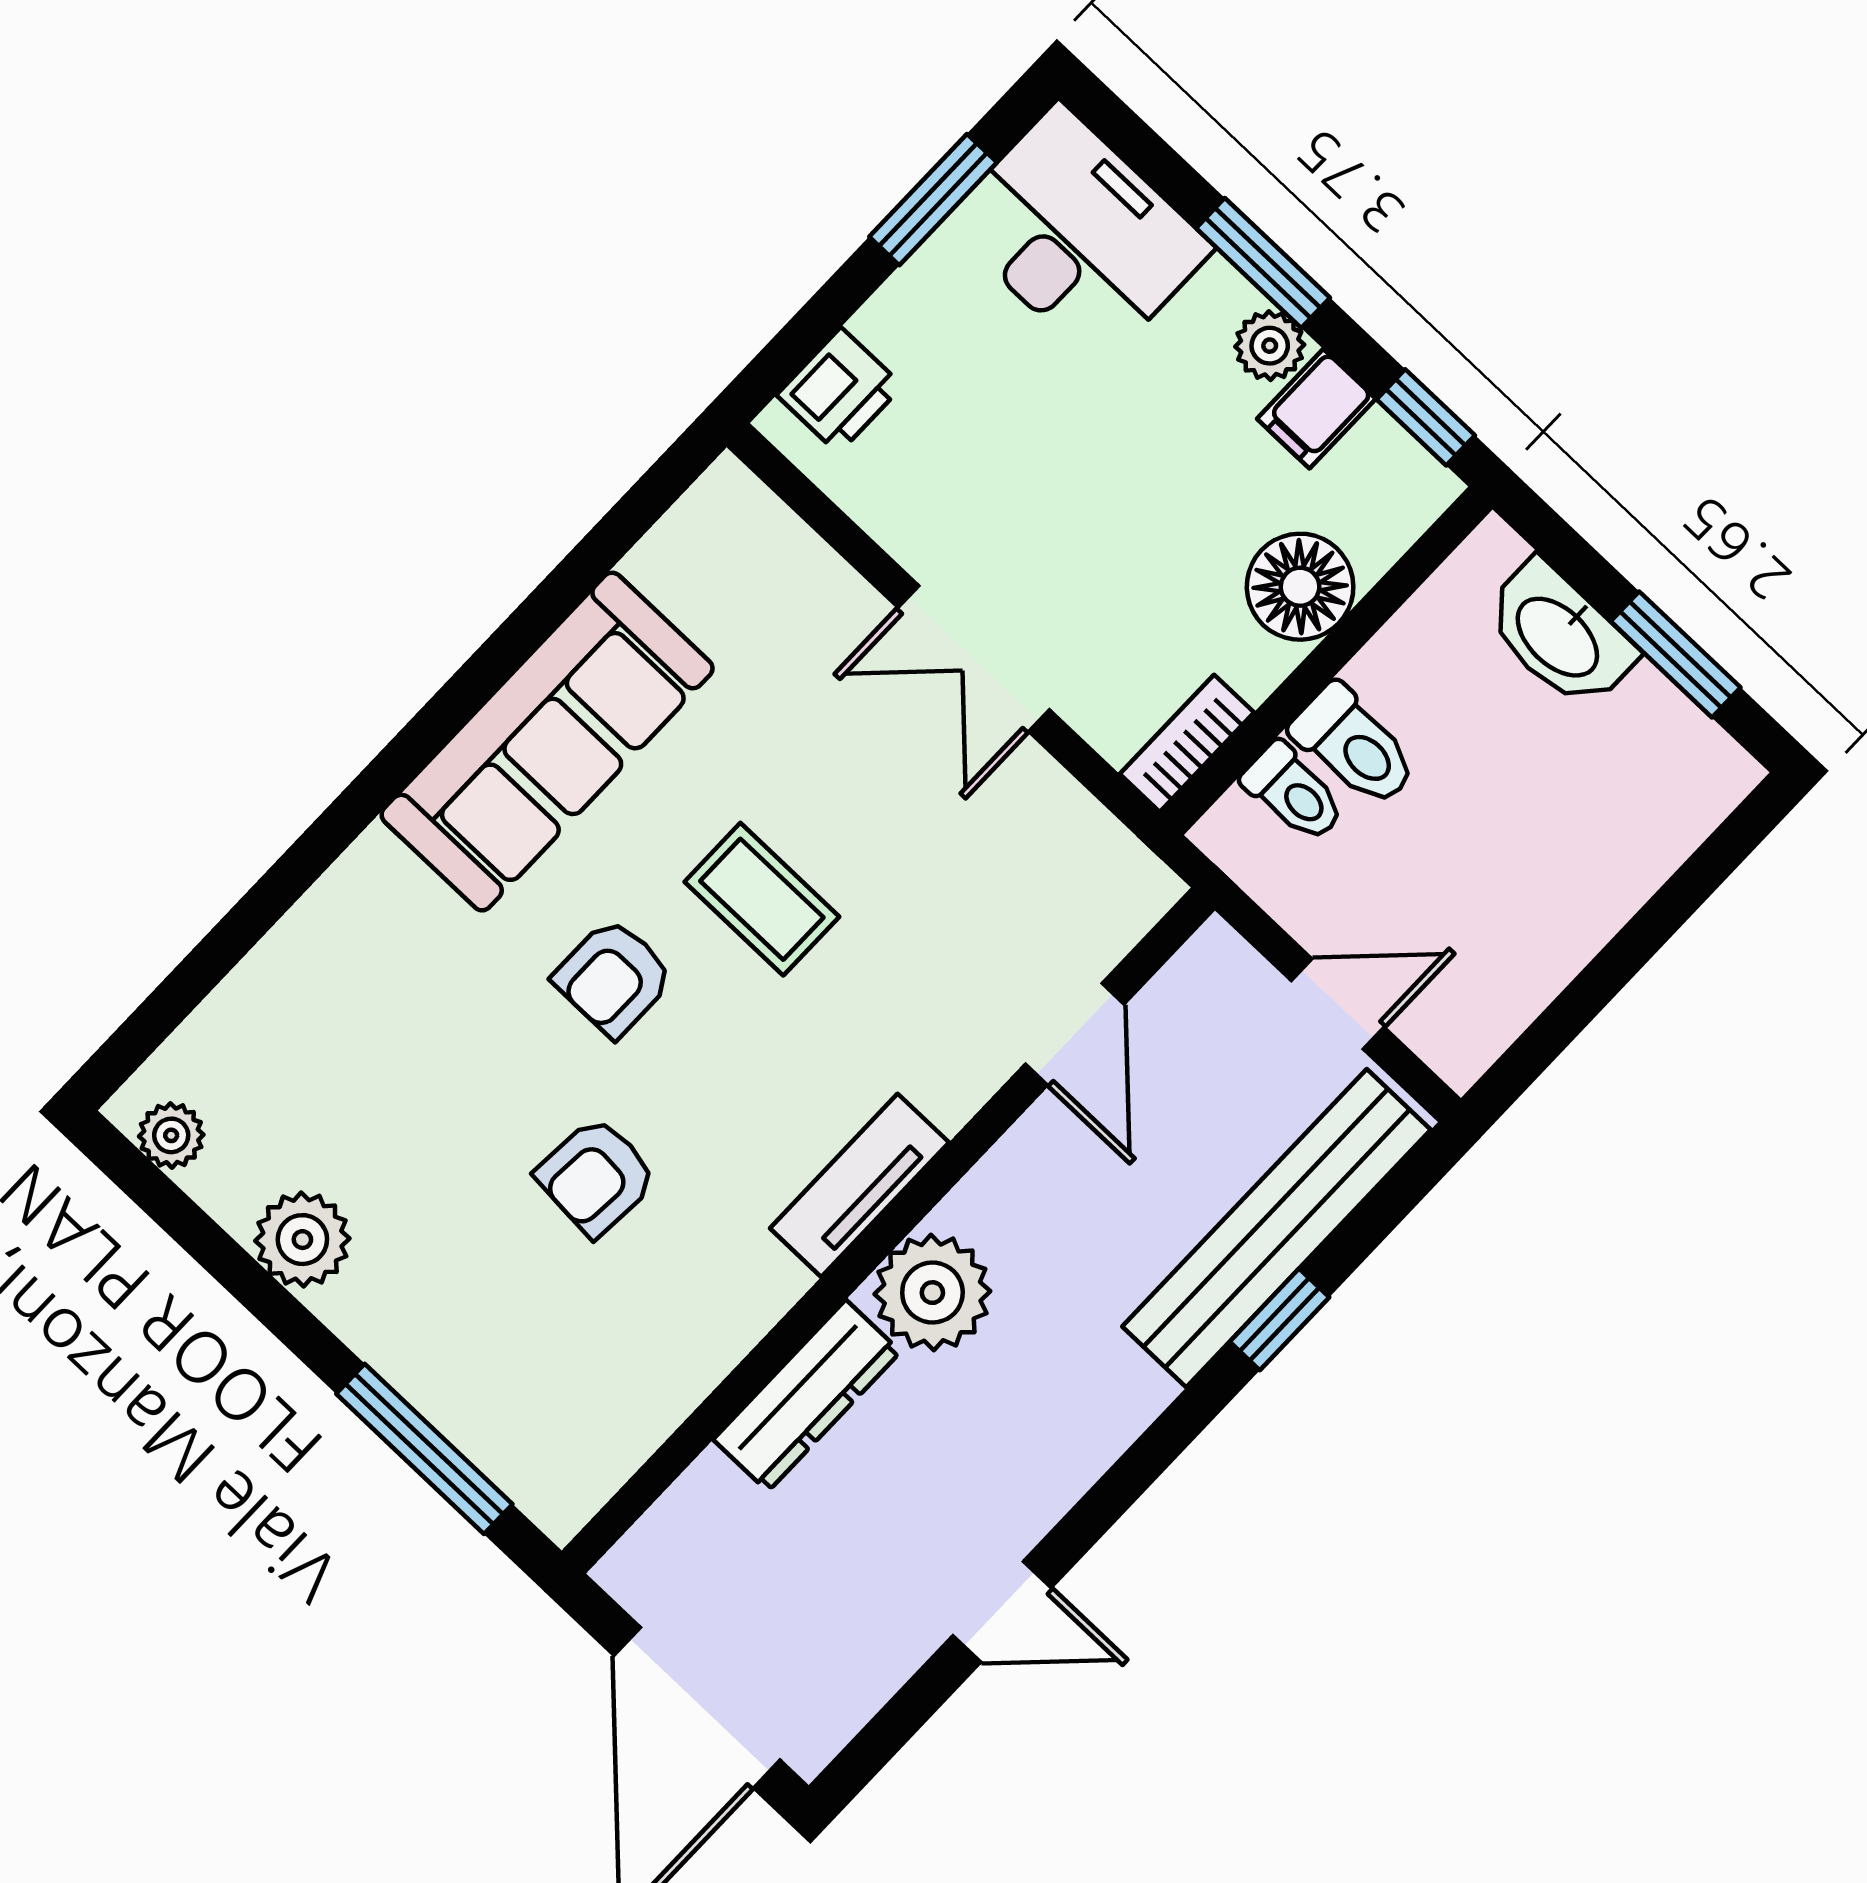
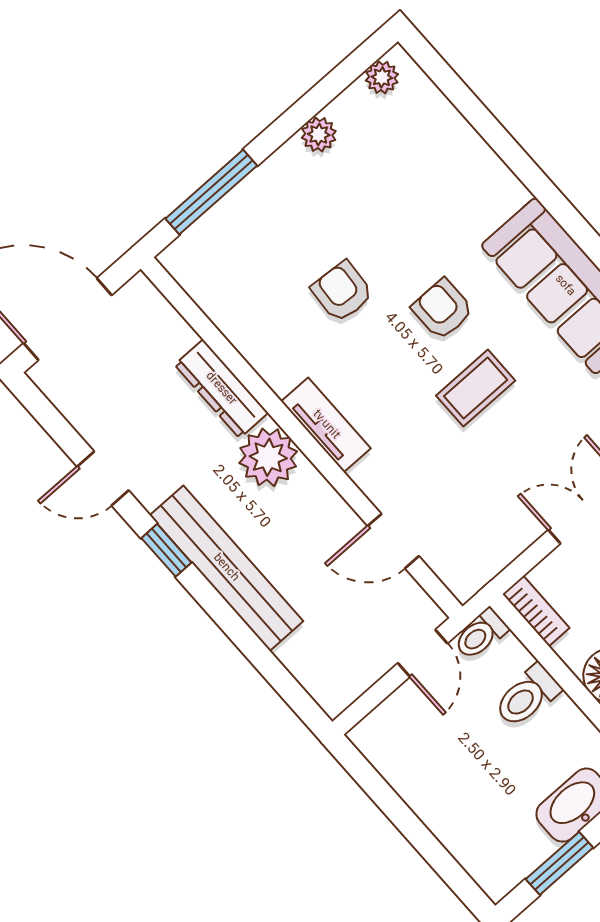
toilet: (1294, 793) -> (481, 634), moved
door: (1338, 1004) -> (423, 653), moved
bench: (1277, 1228) -> (226, 568), moved
plant: (302, 1240) -> (319, 135), width x0.73, depth x0.73
window: (1279, 1319) -> (166, 550), moved
door: (1002, 1612) -> (103, 479), hinge flipped

